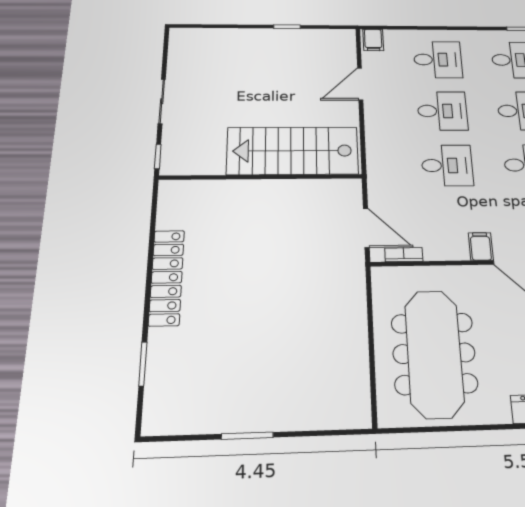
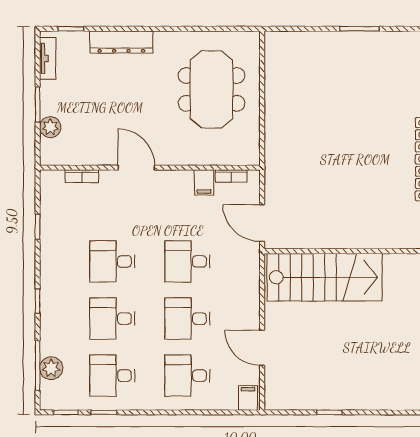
door: (360, 84) -> (262, 348), swing flipped
door: (366, 228) -> (262, 223), moved
filing cabinet: (481, 246) -> (204, 182), moved
meeting table: (434, 353) -> (212, 89), width x0.73

